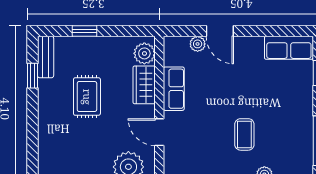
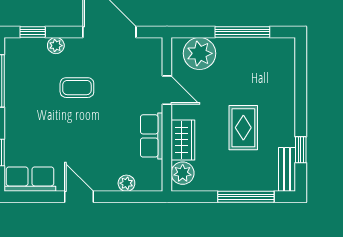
window: (85, 31) -> (246, 197), width x2.17
door: (220, 31) -> (79, 197), moved
coffee table: (244, 134) -> (77, 88), turned 90

